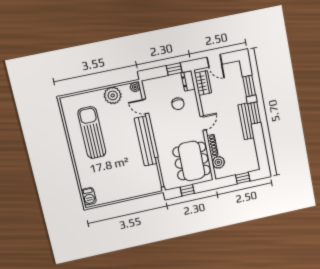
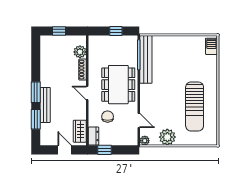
bench: (246, 121) -> (45, 105), moved
door: (203, 123) -> (87, 93), hinge flipped
bench: (145, 141) -> (146, 59), moved
dining table: (192, 161) -> (118, 85), moved

